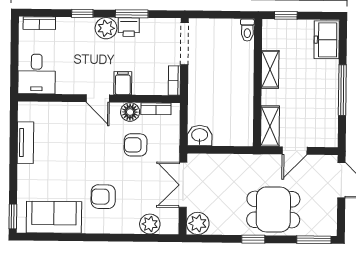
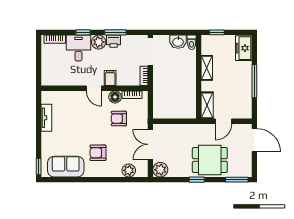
desk: (37, 74) -> (78, 48), moved, turned 180
washbasin: (200, 136) -> (178, 42), moved, turned 180

